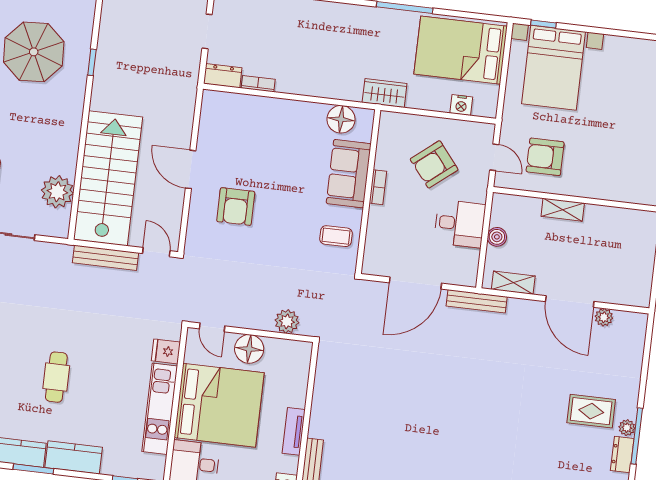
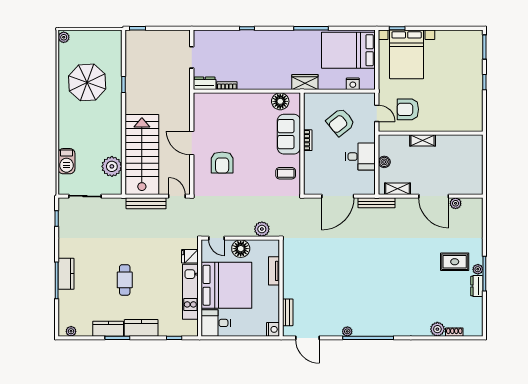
tv unit: (294, 431) -> (274, 271), moved

